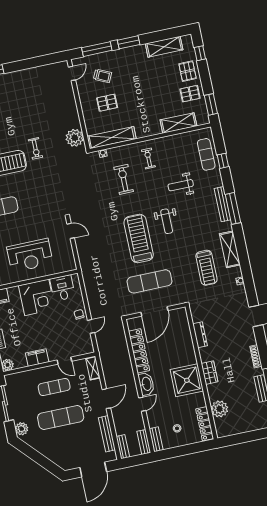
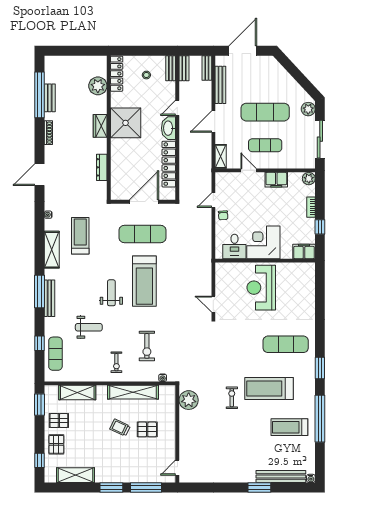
trolley: (103, 76) -> (120, 428), moved
shelving: (112, 138) -> (133, 392), moved
reception desk: (30, 255) -> (261, 288), turned -90

